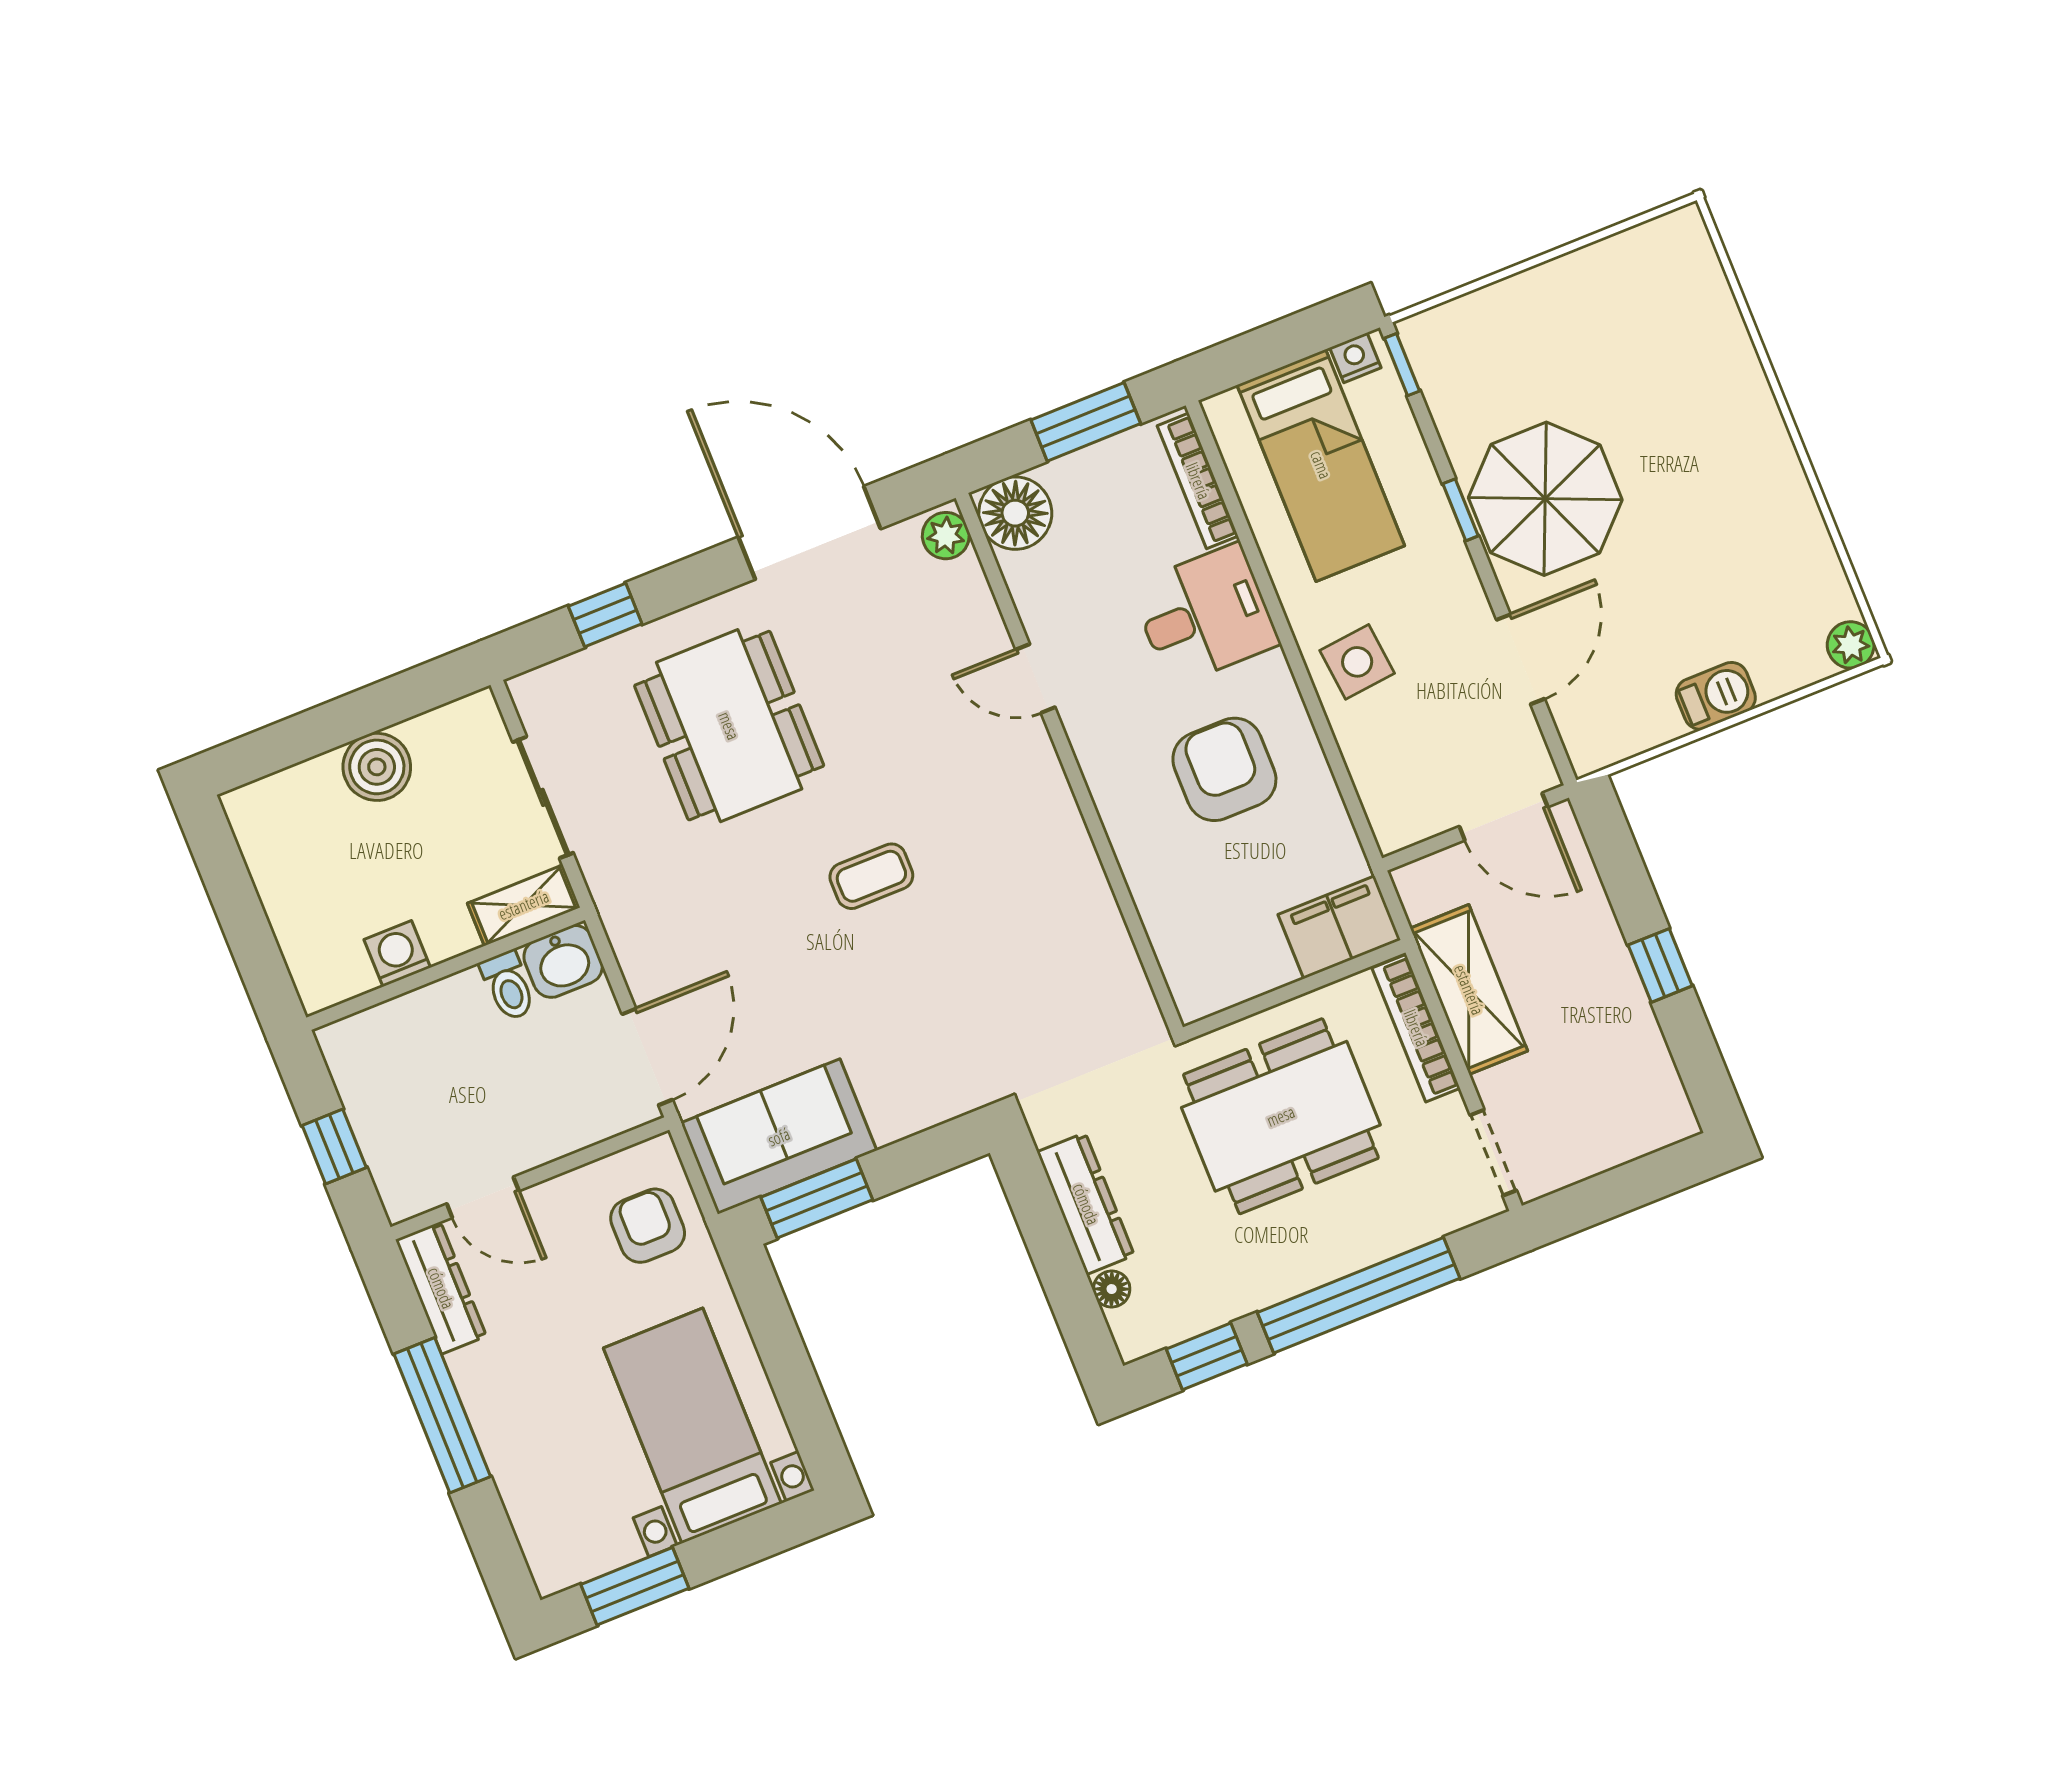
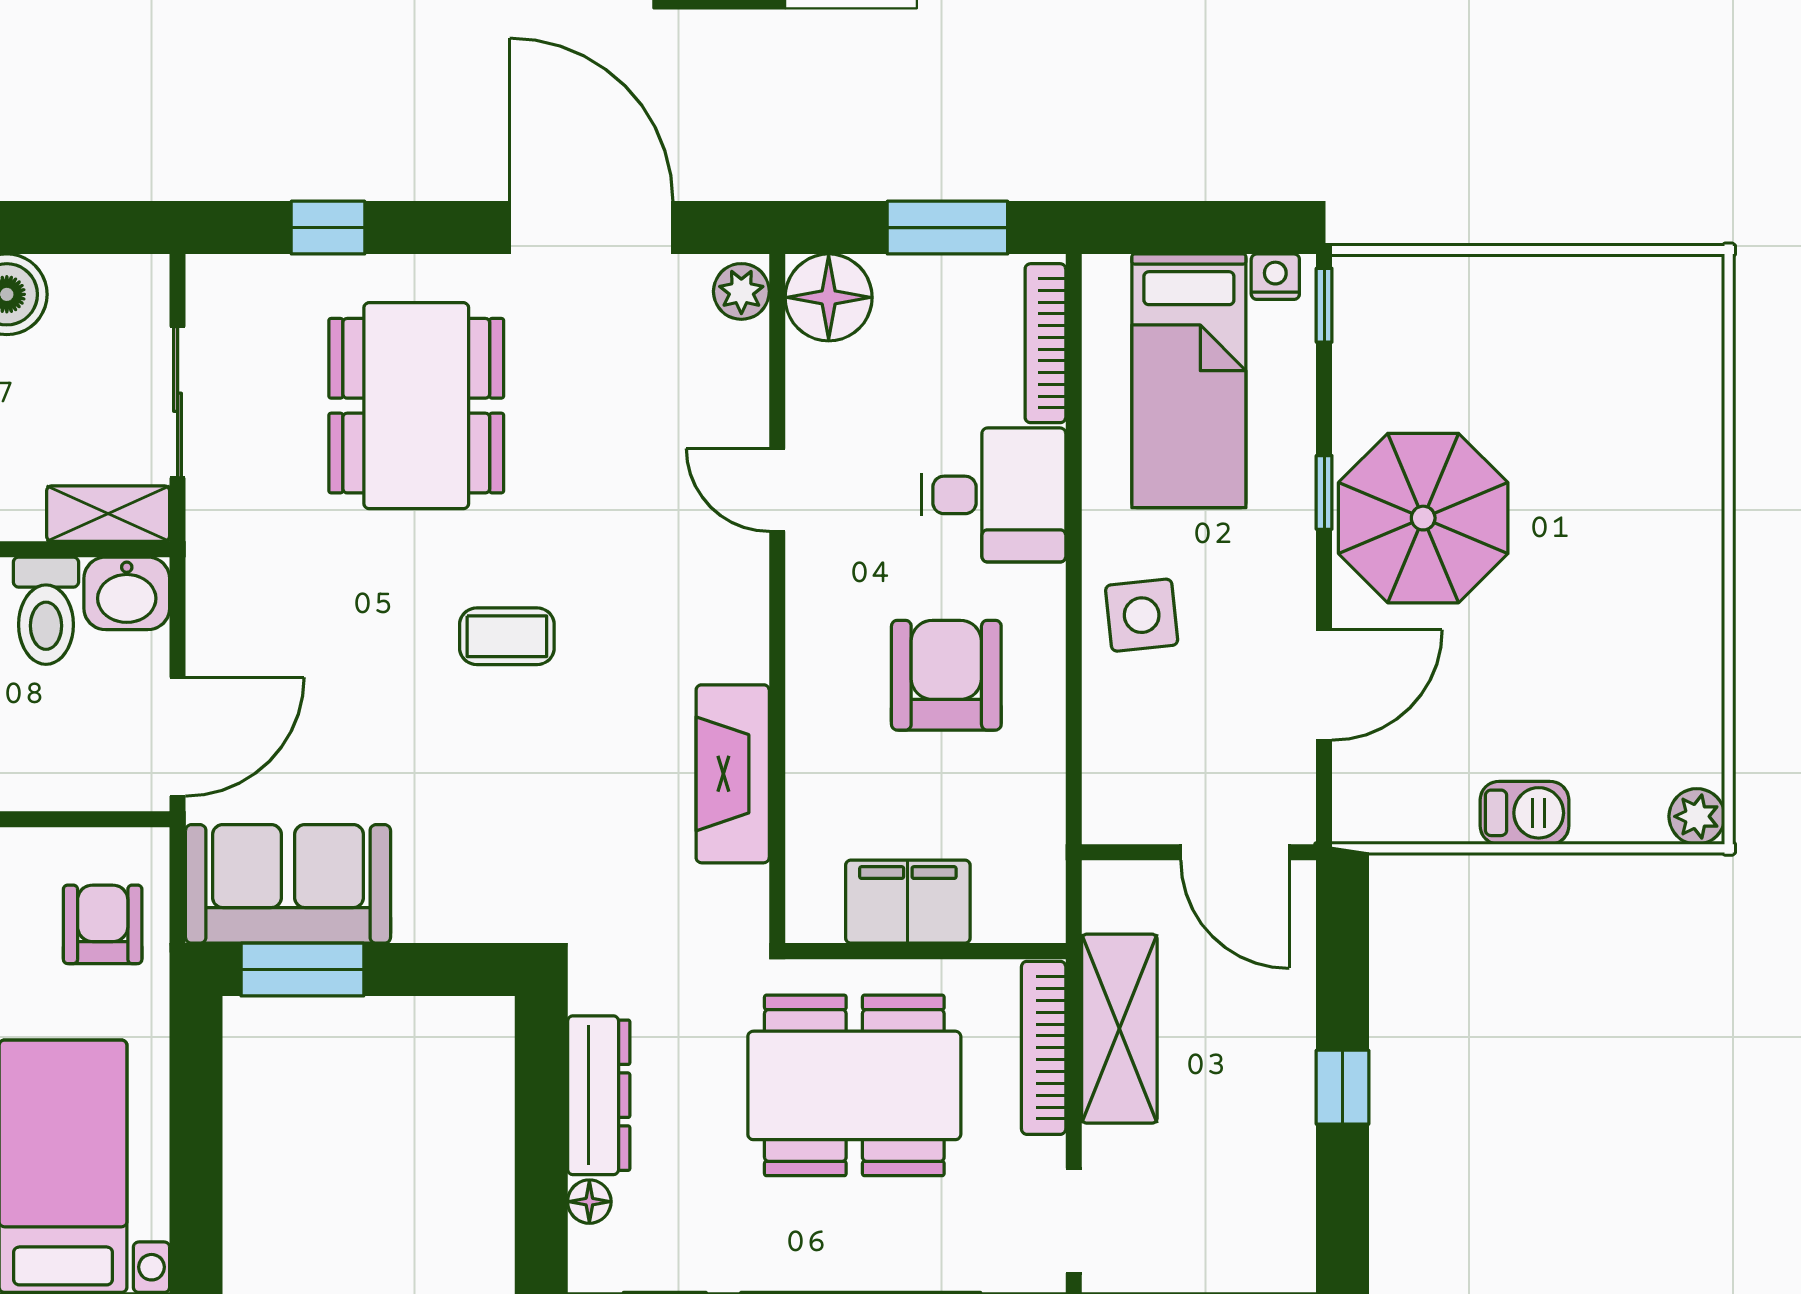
fireplace: (1089, 912) -> (733, 774), added
filing cabinet: (1339, 927) -> (908, 902), moved
toilet: (508, 986) -> (46, 611), width x1.37, depth x1.39

